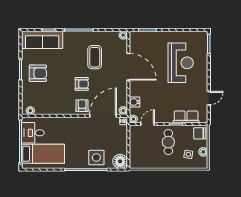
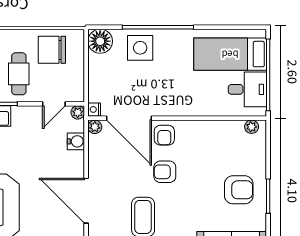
armchair: (38, 73) -> (239, 190), turned 180
door: (103, 116) -> (129, 118), hinge flipped
chair: (149, 156) -> (52, 50), added

